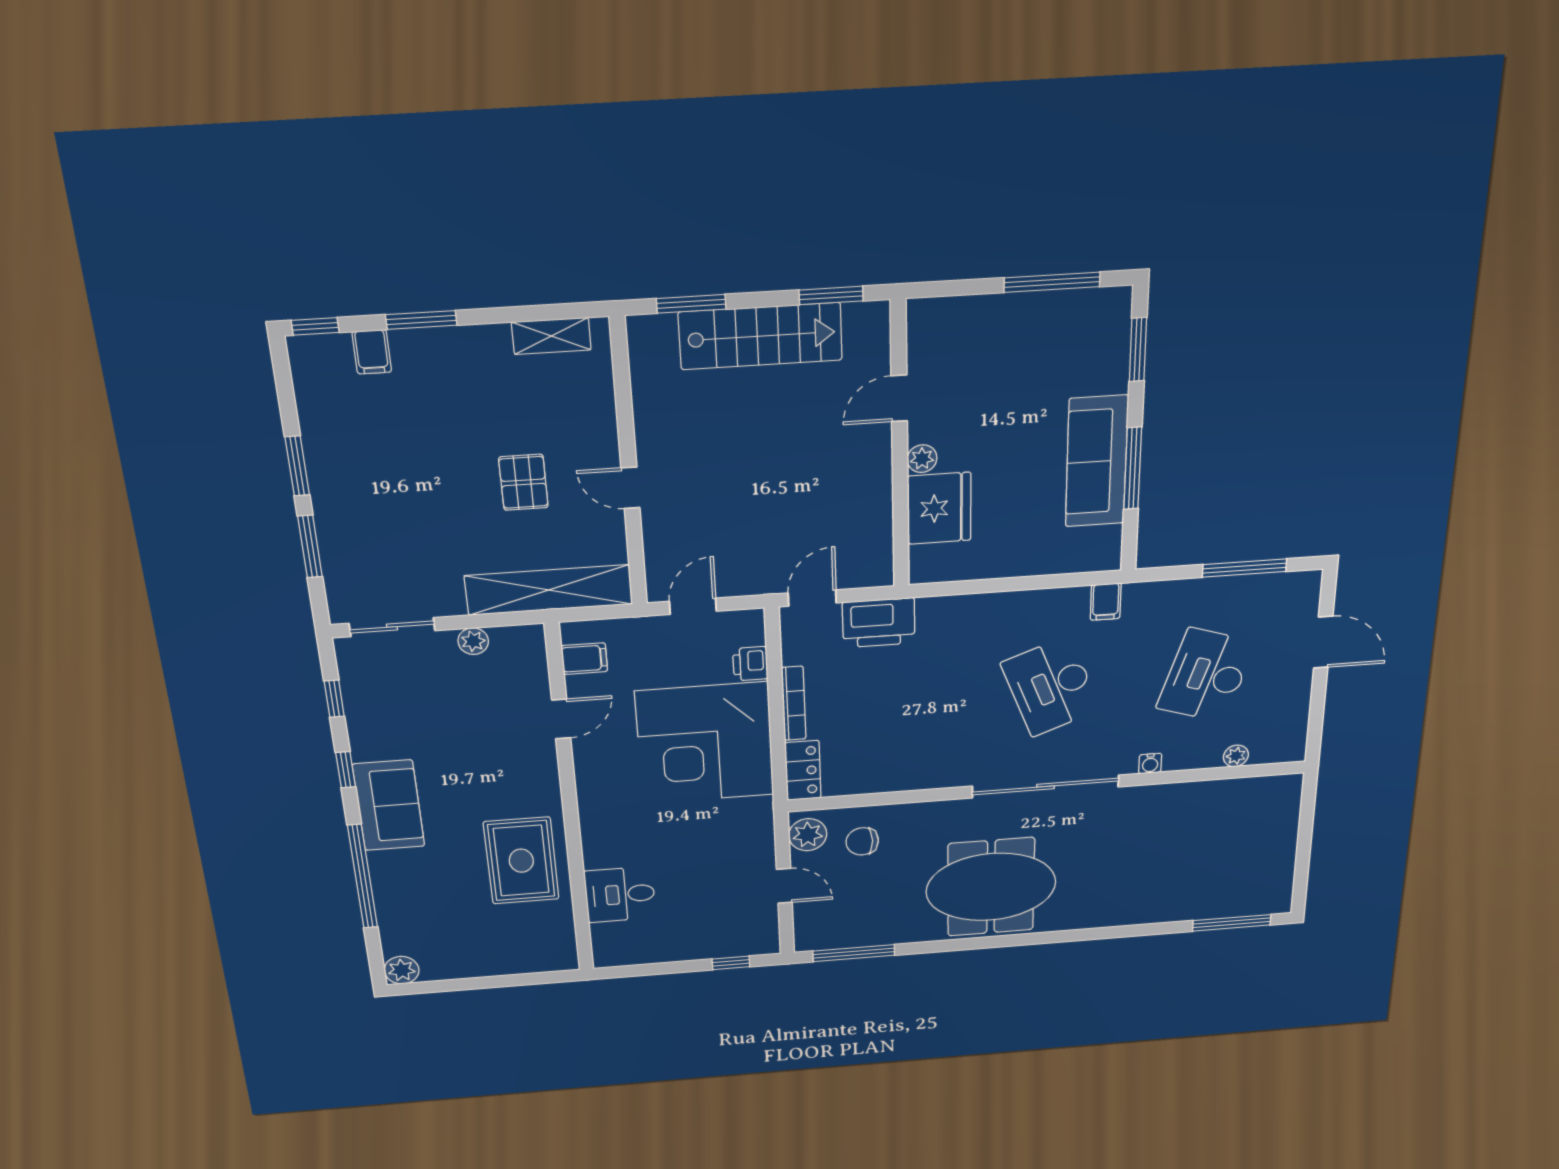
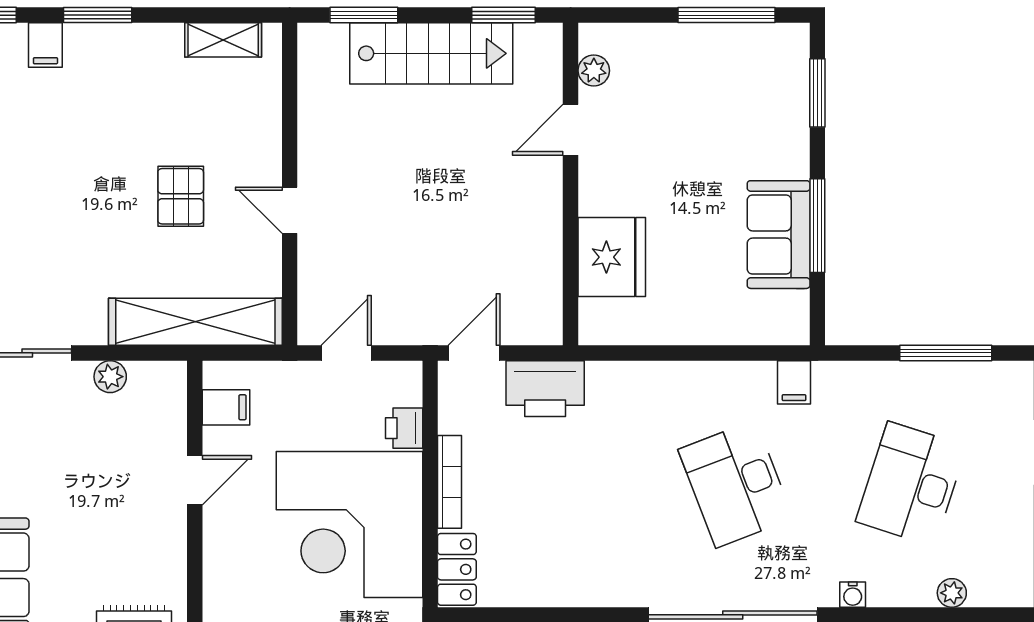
plant: (922, 459) -> (594, 71), moved
sofa: (1097, 462) -> (779, 235), width x0.73

